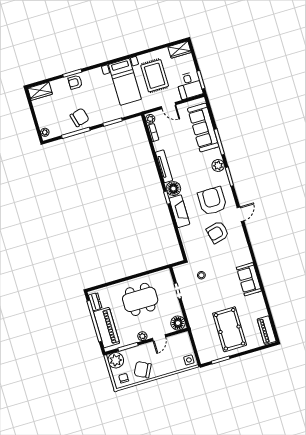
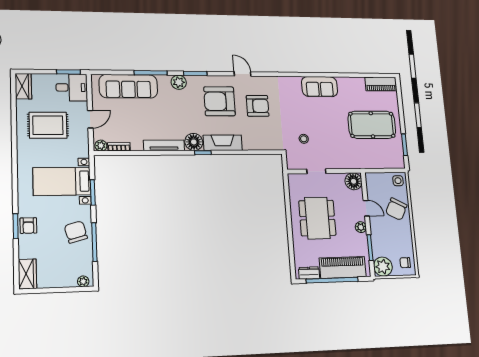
bed with nightstands: (125, 82) -> (62, 181), moved, turned 180
armchair: (218, 232) -> (258, 106), turned -76
chair: (143, 370) -> (396, 209), moved

